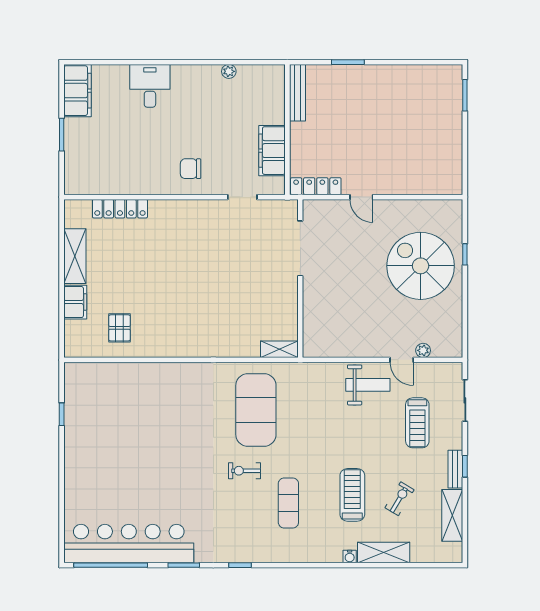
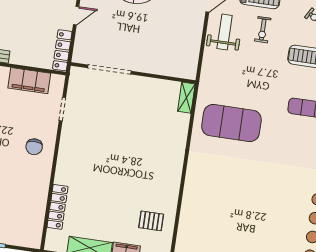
exercise bike: (245, 471) -> (263, 30), moved

